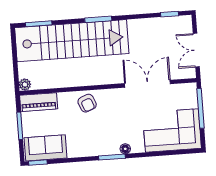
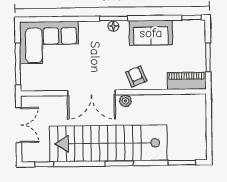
stairs: (72, 41) -> (108, 143), moved
double door: (147, 84) -> (91, 93), moved
plant: (25, 85) -> (125, 101), moved
sofa: (46, 148) -> (151, 33), moved
floor lamp: (125, 149) -> (113, 26), moved

